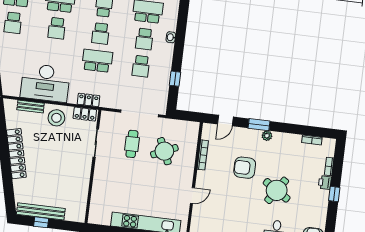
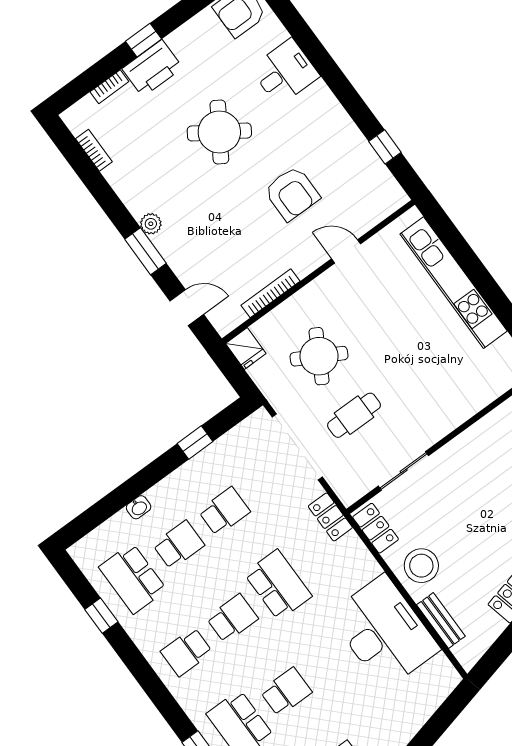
school desk: (97, 61) -> (278, 585), turned 180
locker: (89, 100) -> (330, 517), moved
fridge: (191, 128) -> (246, 349), added
round table: (164, 151) -> (319, 356), turned -37
armchair: (245, 168) -> (292, 193), moved
printer: (325, 183) -> (152, 68), width x1.87, depth x1.48

